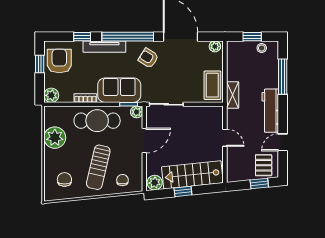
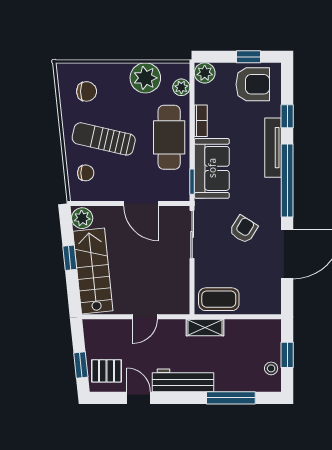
plant: (215, 46) -> (273, 303), removed
armchair: (148, 58) -> (244, 229), moved
plant: (137, 112) -> (181, 87), moved

